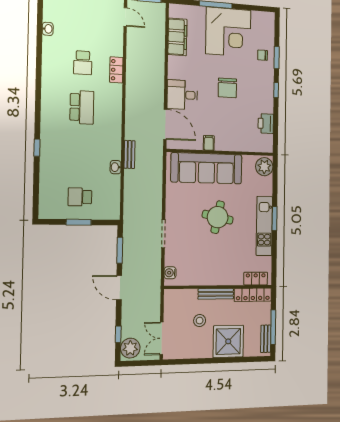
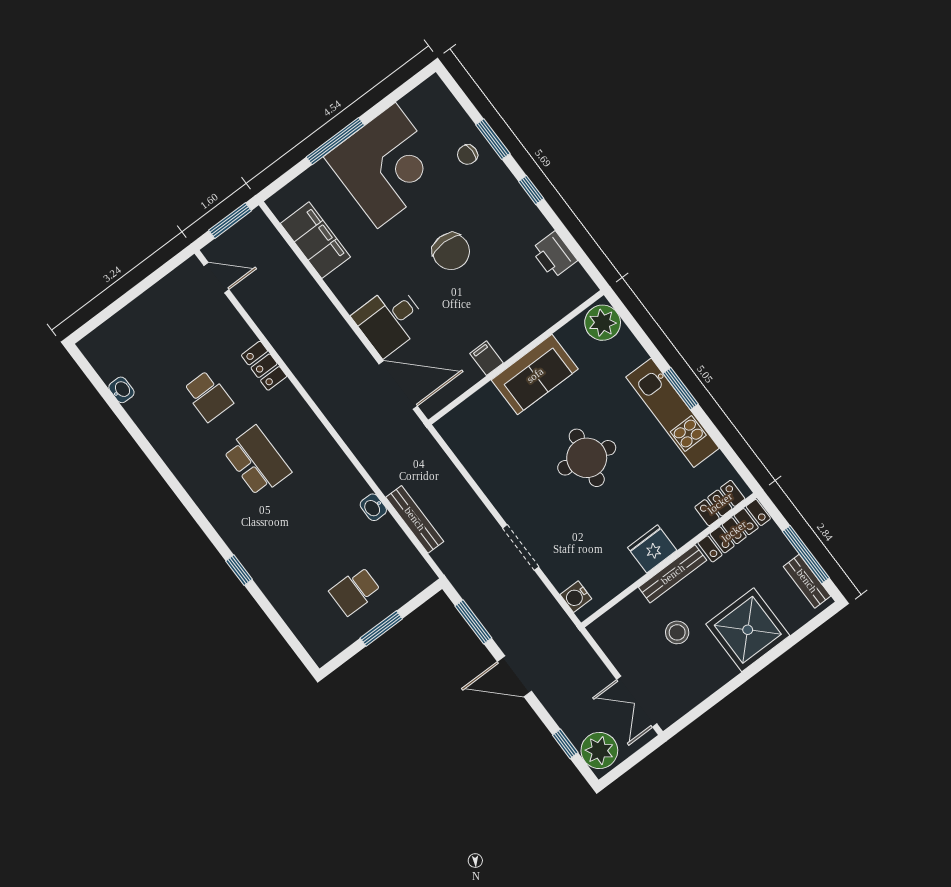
bench: (129, 154) -> (415, 519), moved, width x1.36
sofa: (207, 168) -> (535, 375), width x0.54, depth x0.79
fridge: (215, 277) -> (652, 549), added

